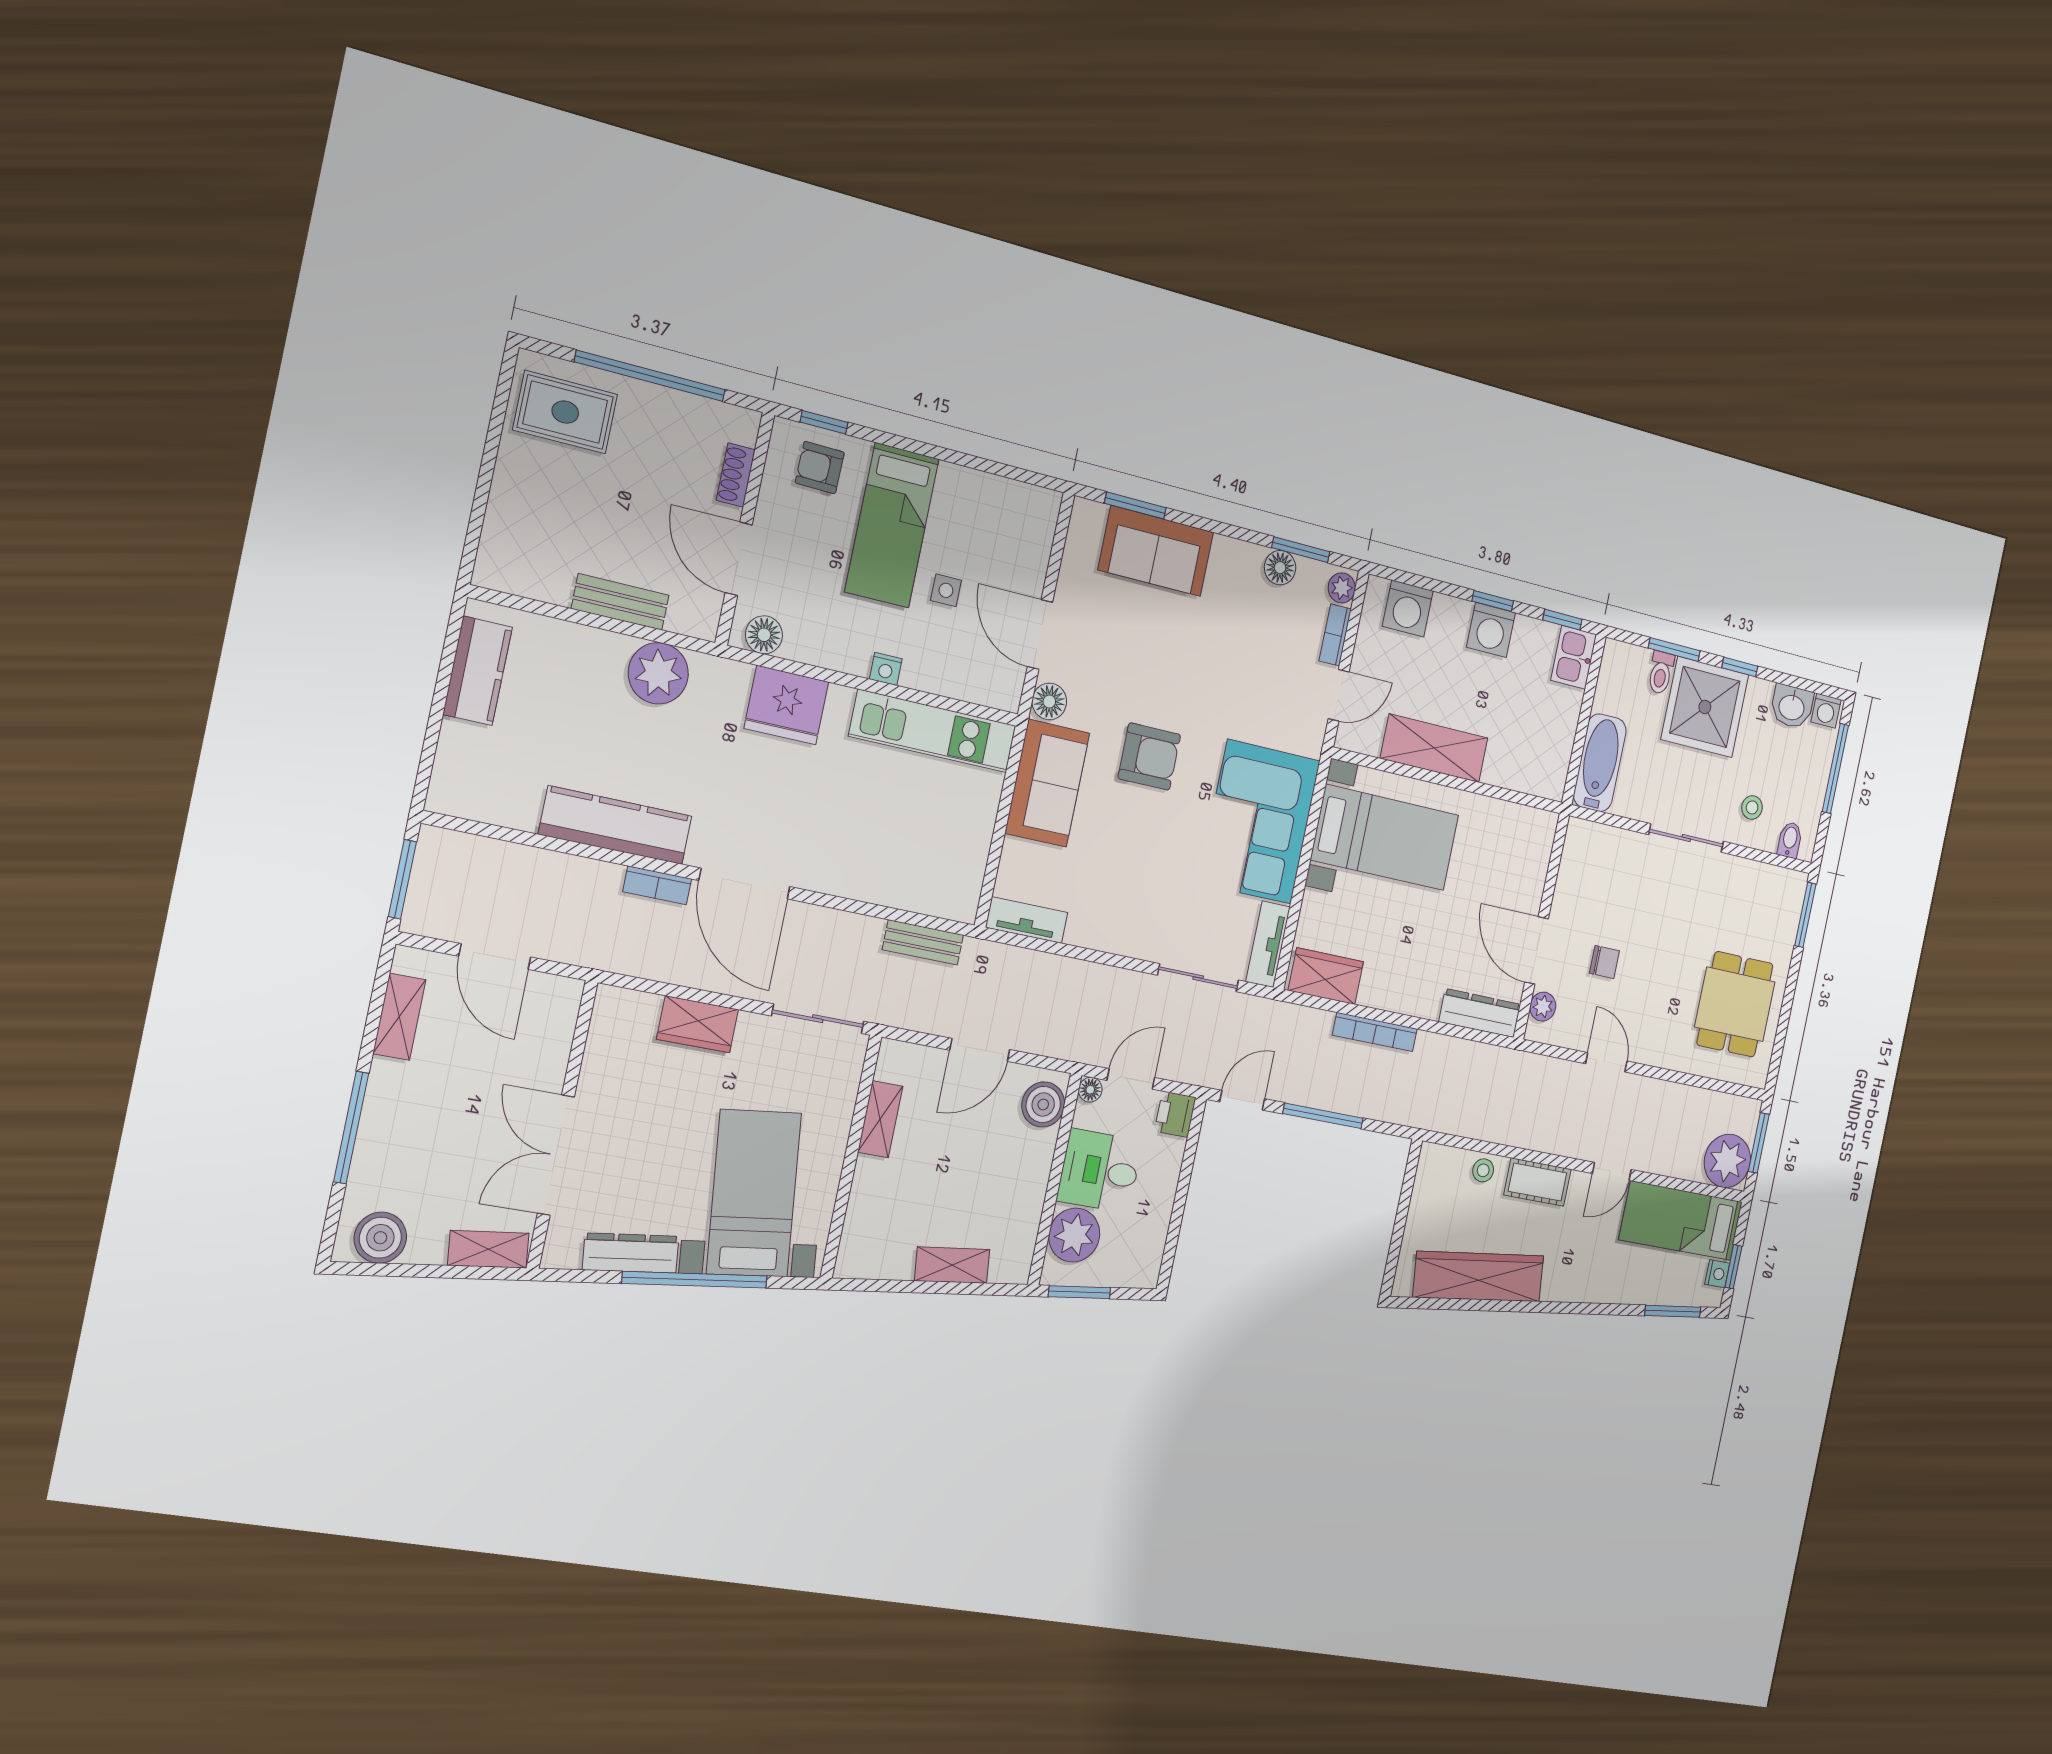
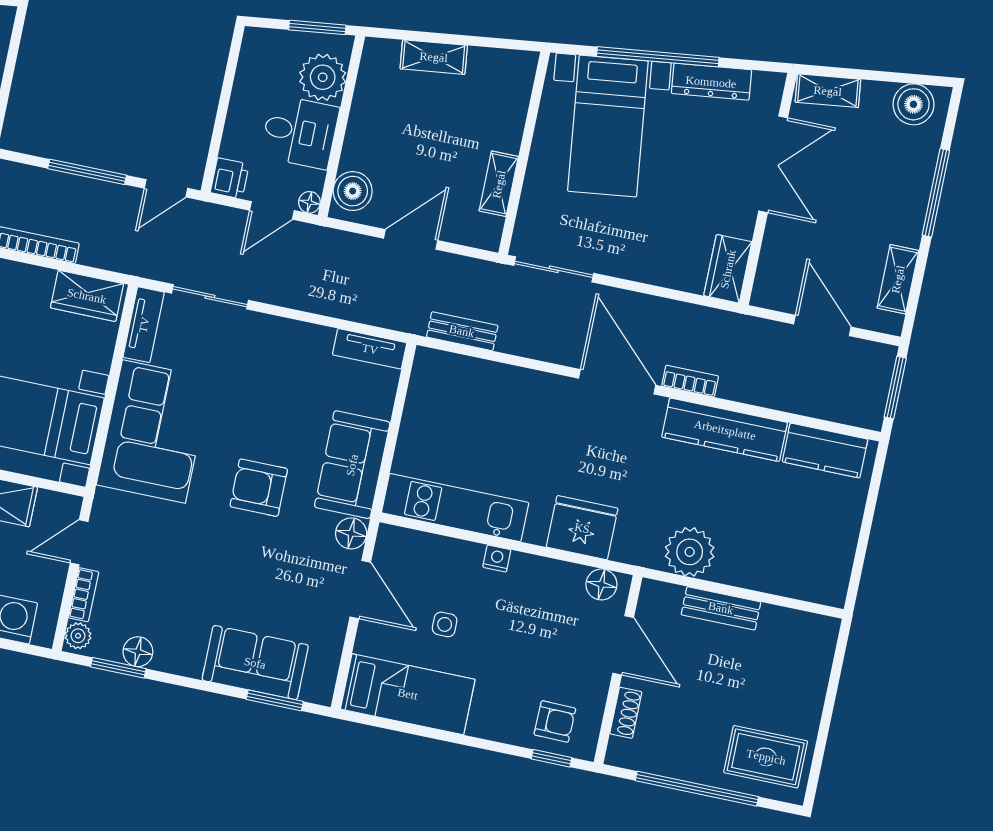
bed: (892, 525) -> (408, 694), moved, turned 90
kitchen counter: (478, 671) -> (825, 450), moved, turned -90
wardrobe: (698, 1024) -> (728, 269), moved, turned -90

